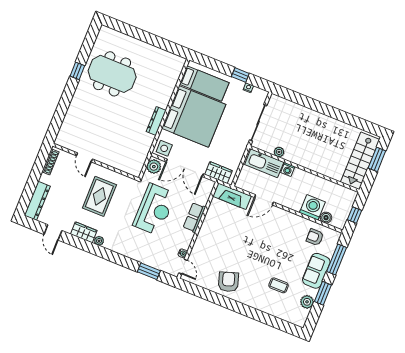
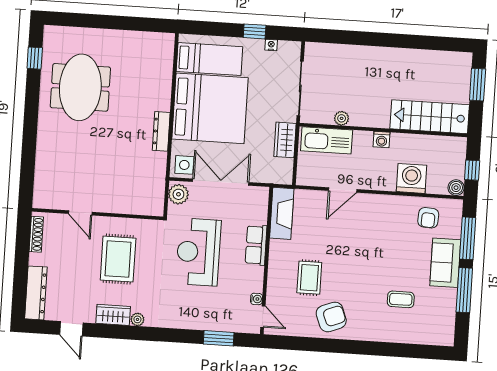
window: (77, 71) -> (35, 58), moved
meeting table: (112, 74) -> (80, 87), turned 90
stairs: (360, 161) -> (430, 117), moved, turned 90
double door: (185, 168) -> (221, 182), swing flipped
washing machine: (288, 170) -> (382, 140), moved
wardrobe: (218, 173) -> (285, 140), moved, turned -90
fireplace: (232, 196) -> (282, 213), moved, turned -90
reception desk: (154, 209) -> (198, 252), turned 180
boiler: (326, 218) -> (456, 188), moved
armchair: (315, 237) -> (428, 218), turned -87
rug: (223, 251) -> (309, 278), added
armchair: (228, 282) -> (331, 317), turned 87
window: (323, 293) -> (464, 290), width x1.44
plant: (307, 302) -> (447, 309), removed

